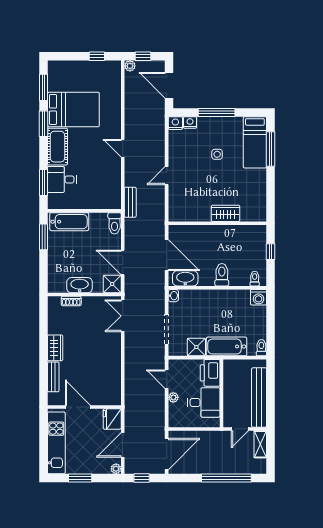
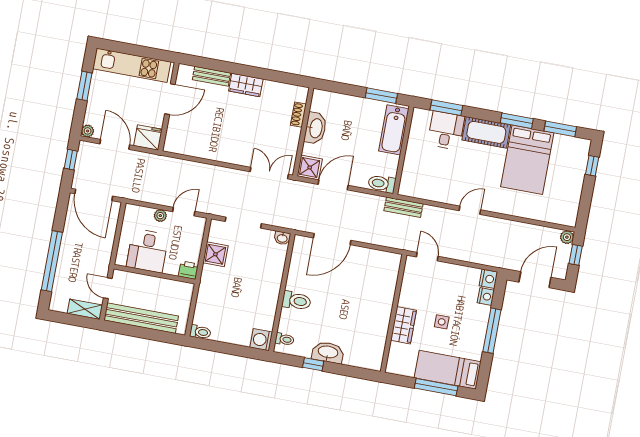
window: (97, 56) -> (592, 166), moved
wardrobe: (226, 213) -> (404, 325), moved
wall: (217, 223) -> (394, 313), moved
washbasin: (185, 278) -> (328, 352), moved, turned -90
bathtub: (227, 346) -> (209, 291), removed
printer: (210, 373) -> (188, 270), width x0.53, depth x0.68

